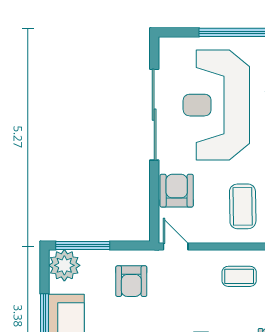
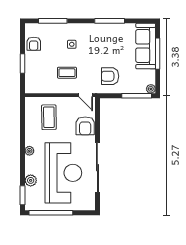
plant: (64, 265) -> (151, 89), width x0.53, depth x0.53
coffee table: (239, 276) -> (67, 73), moved
armchair: (131, 281) -> (110, 76), turned -90

